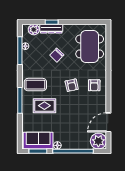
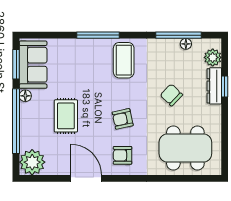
rug: (44, 106) -> (66, 116), moved
door: (108, 122) -> (86, 178), moved

